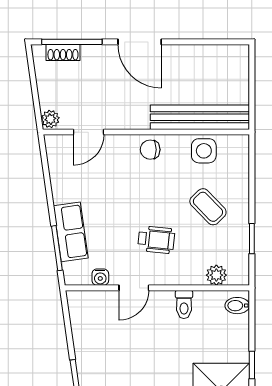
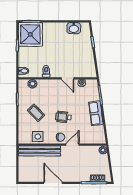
door: (140, 42) -> (53, 183), moved
door: (89, 132) -> (72, 145), moved
row of seats: (71, 232) -> (96, 113), moved
wheelchair: (156, 240) -> (63, 117), moved
door: (134, 288) -> (67, 78), swing flipped

